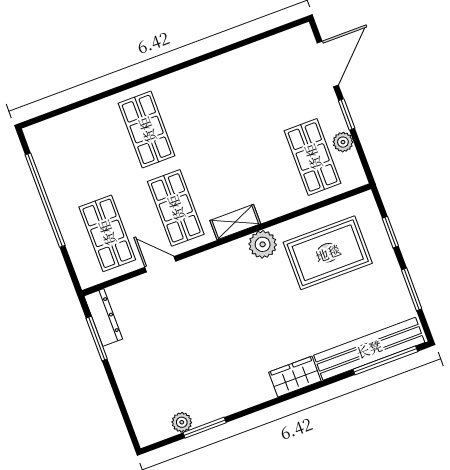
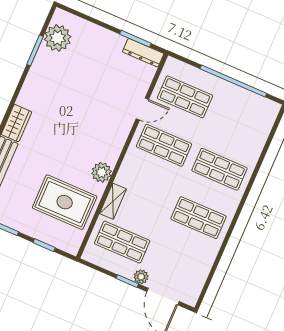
shop shelf: (215, 104) -> (198, 218), added
plant: (343, 142) -> (141, 277), moved
shelving: (235, 222) -> (113, 201), moved
rug: (328, 253) -> (65, 202), turned 90
plant: (182, 422) -> (58, 38), width x1.87, depth x1.87

